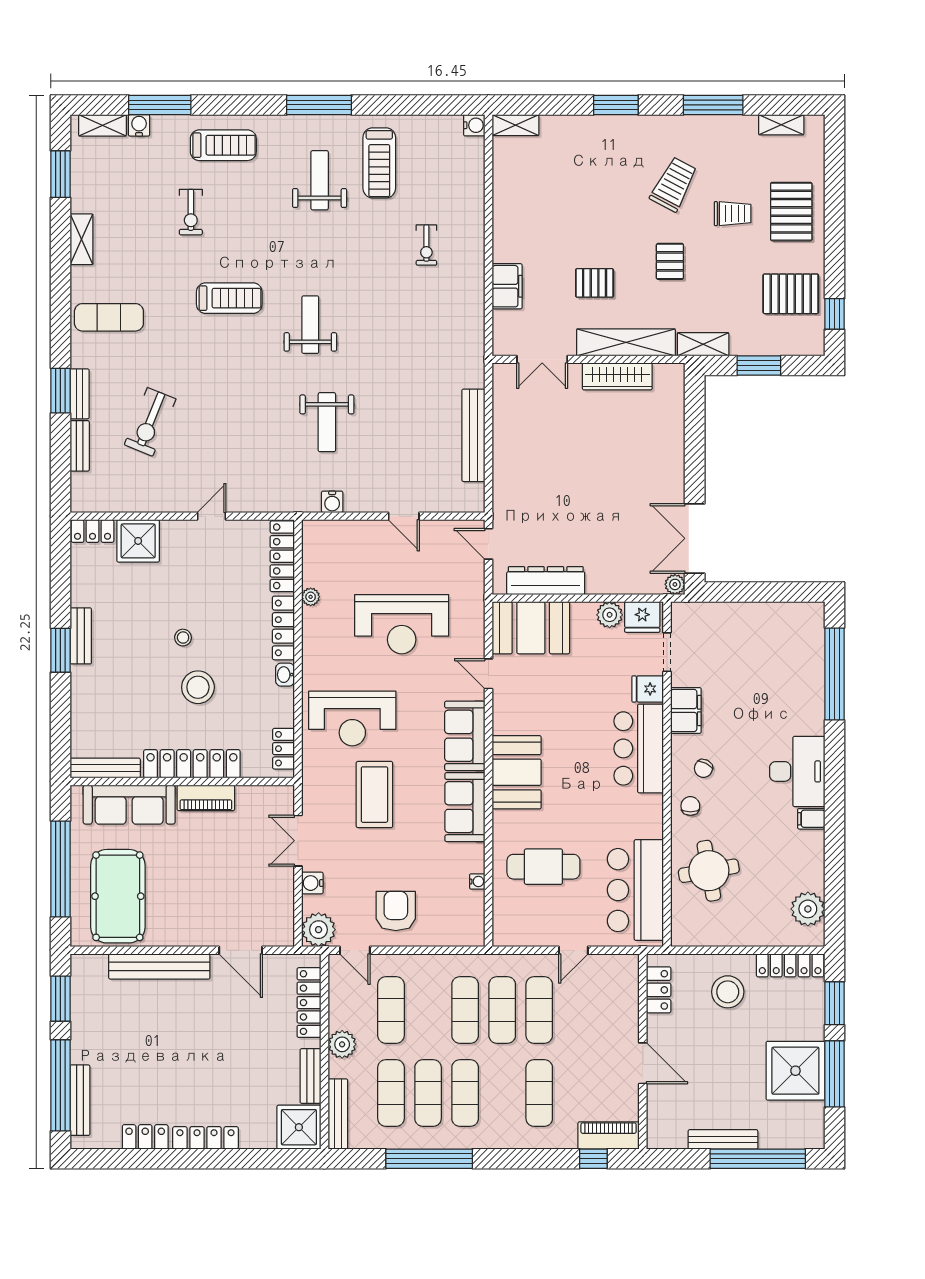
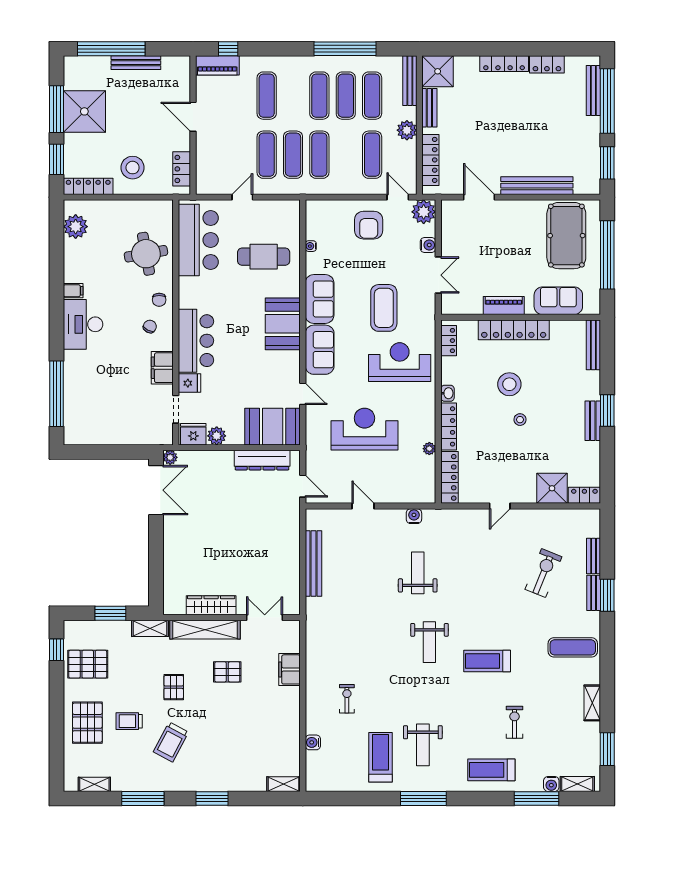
water cooler: (474, 125) -> (313, 742), moved
bench: (105, 768) -> (593, 345), moved, turned 90
sofa: (129, 805) -> (558, 301), width x0.73

